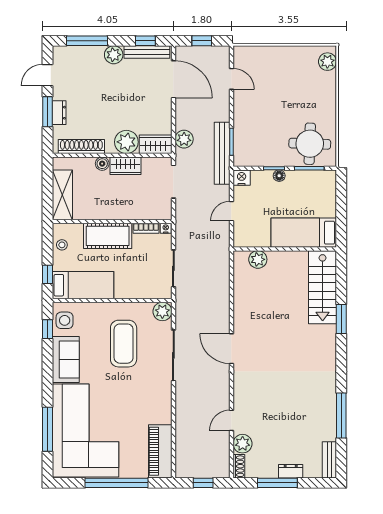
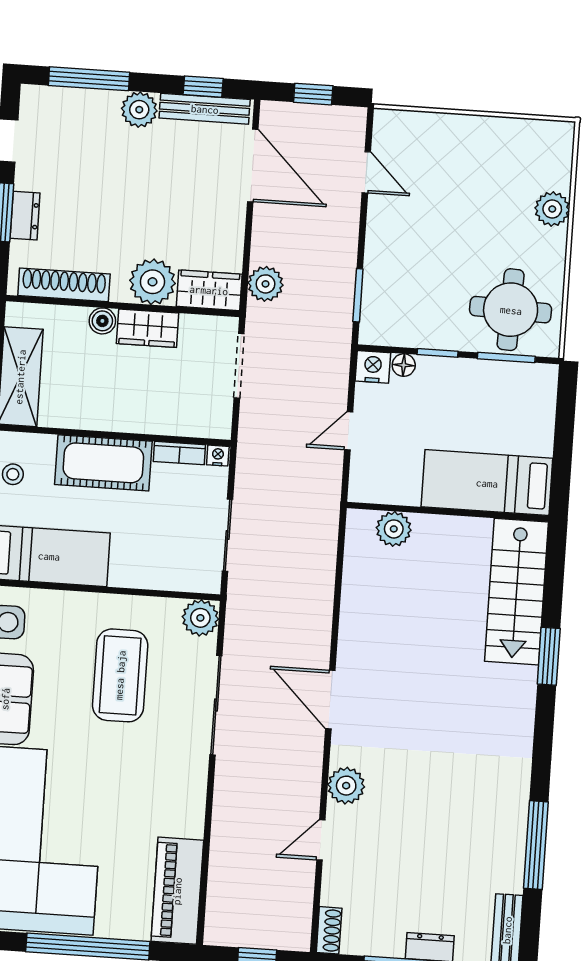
plant: (327, 62) -> (552, 209), moved
bench: (222, 153) -> (338, 317), removed
floor lamp: (279, 176) -> (404, 365), moved
plant: (243, 444) -> (346, 786), moved

